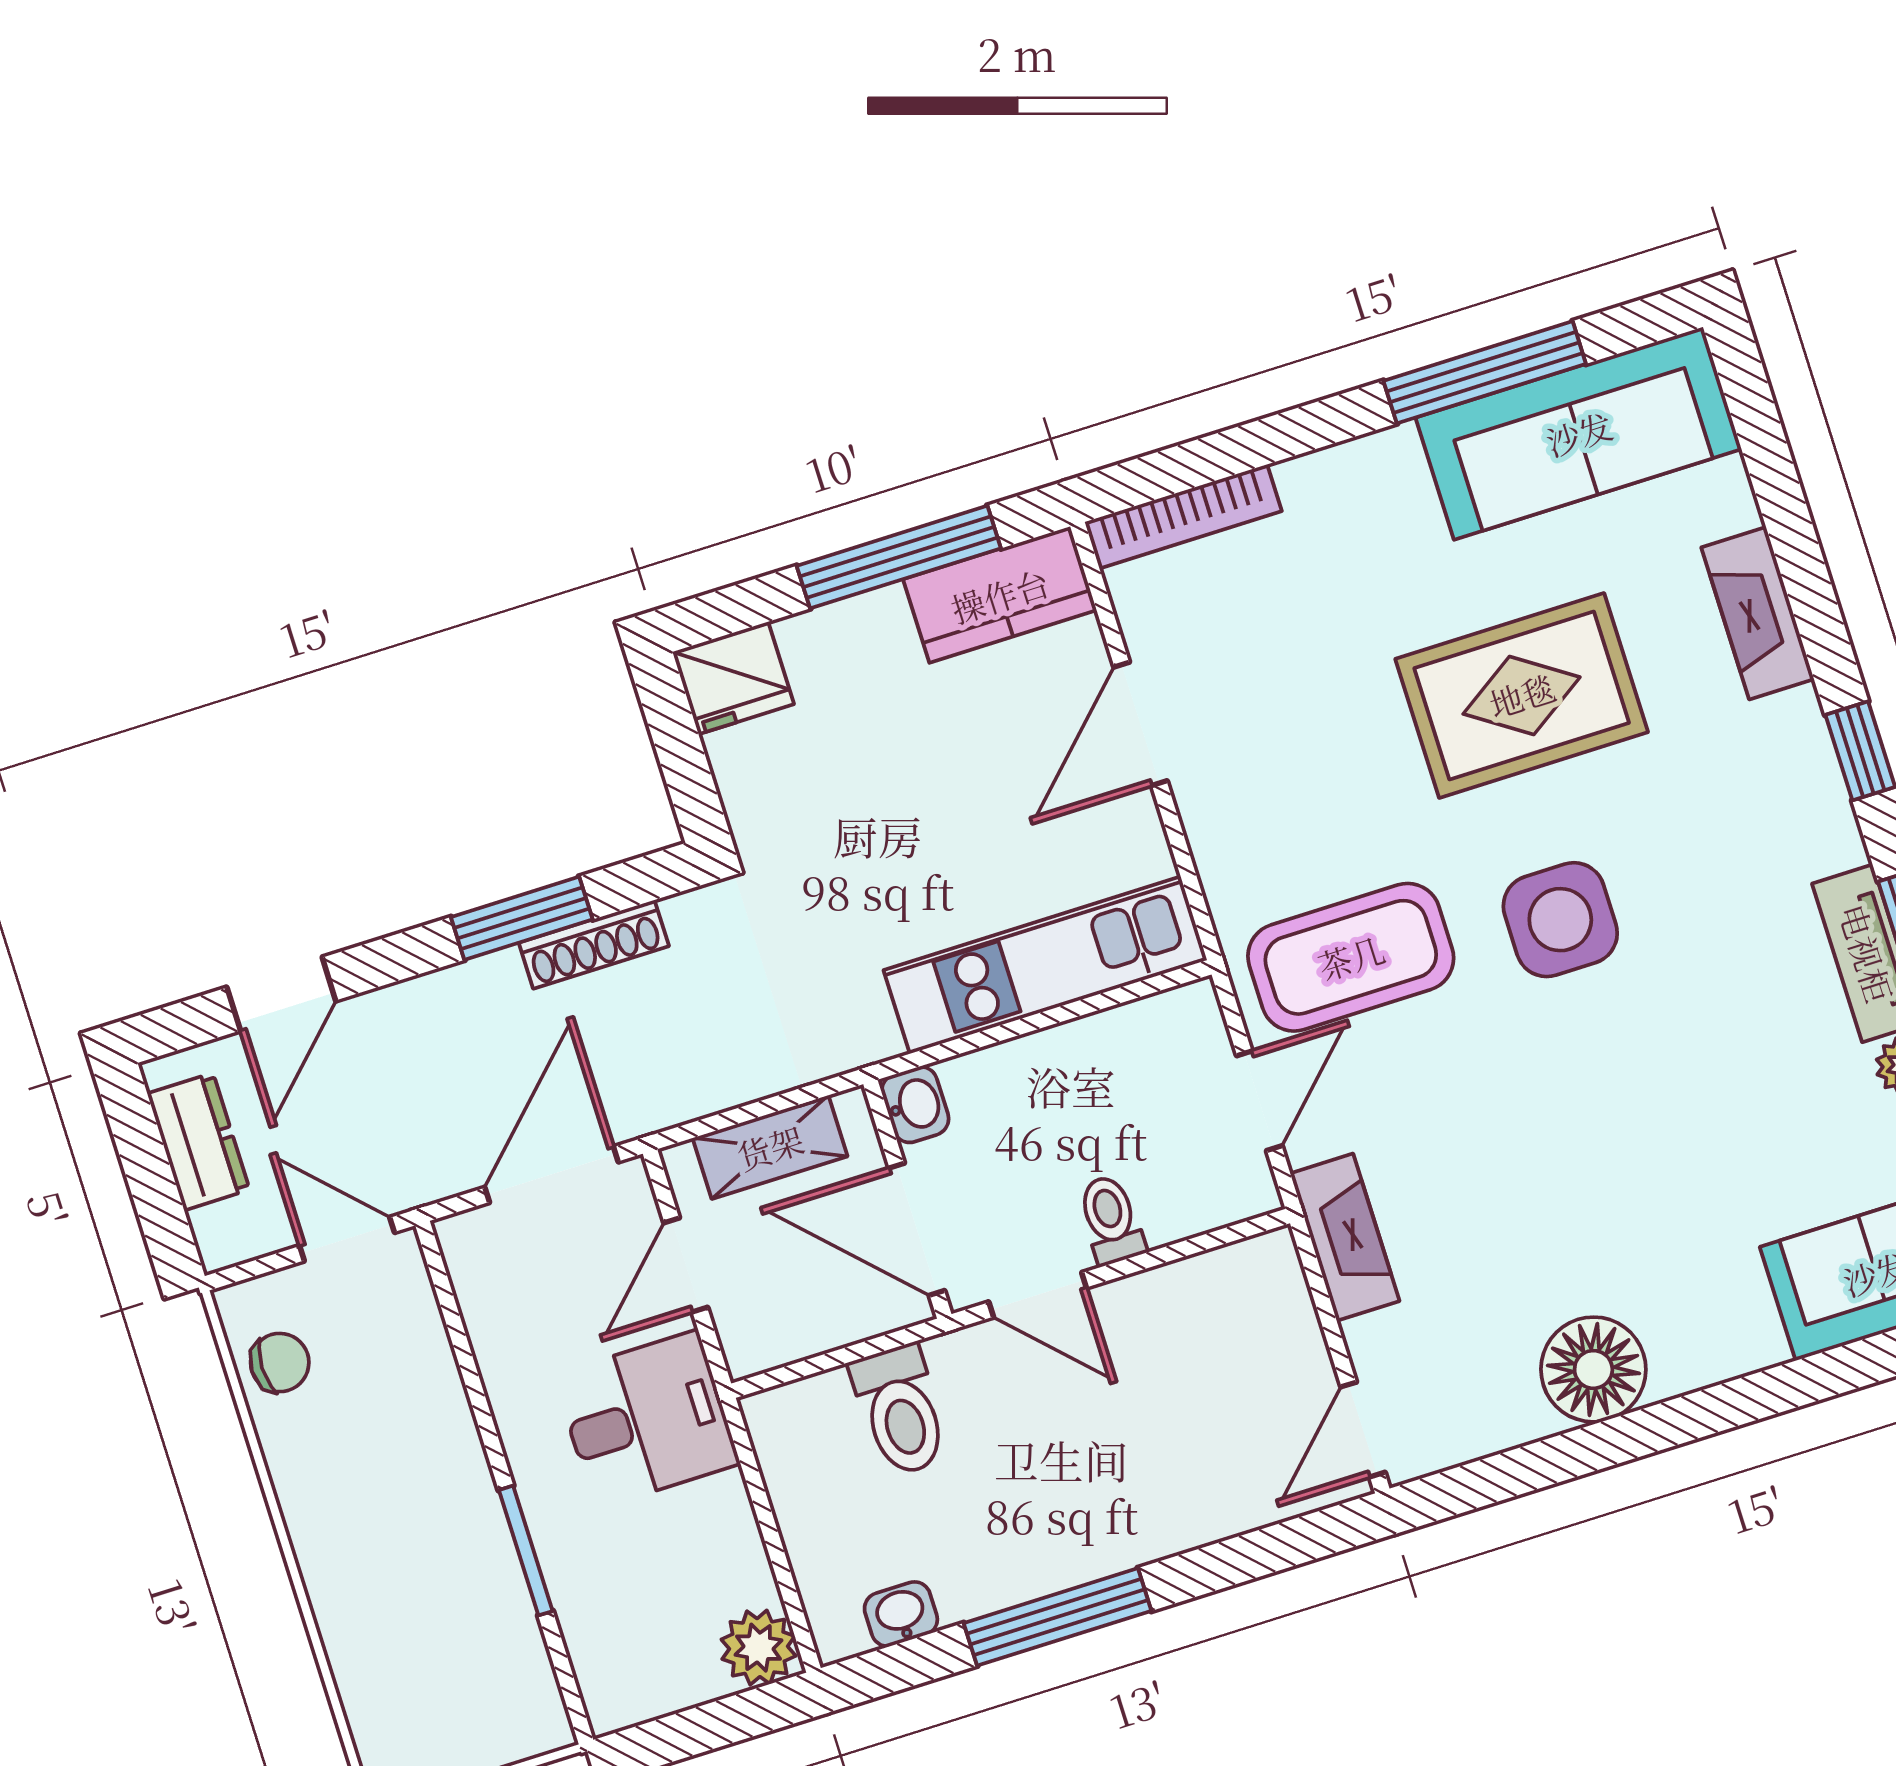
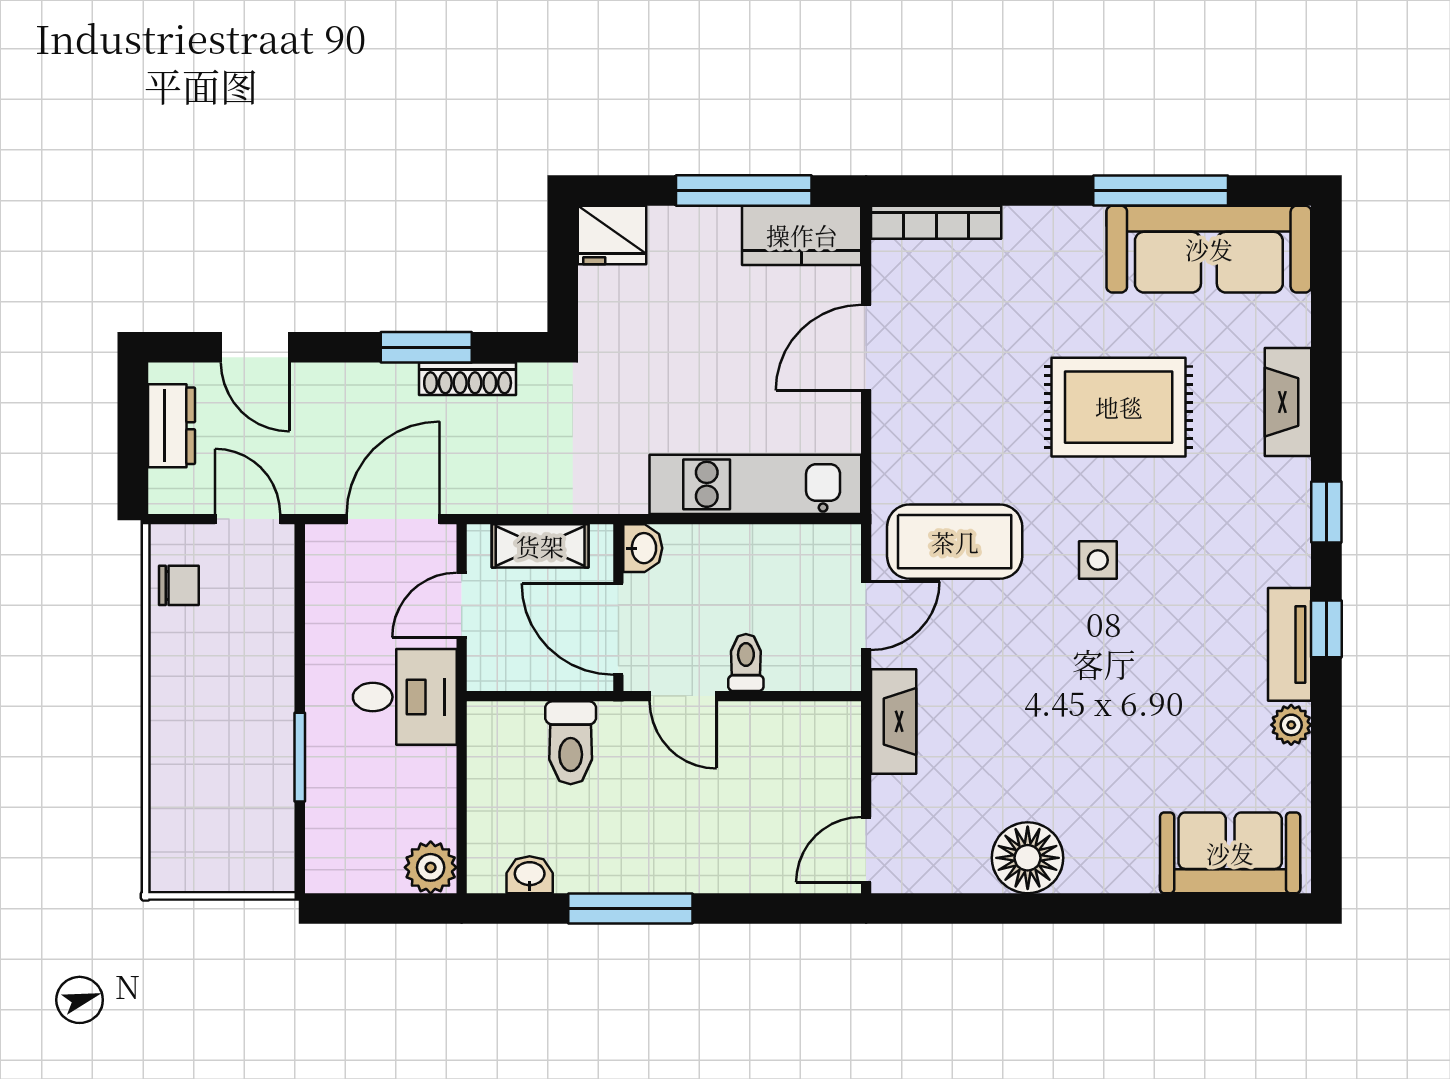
side table: (1560, 920) -> (1098, 560), width x0.54, depth x0.54
door: (281, 994) -> (255, 347), hinge flipped

